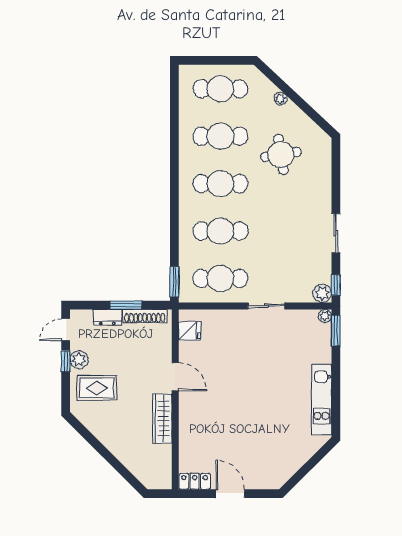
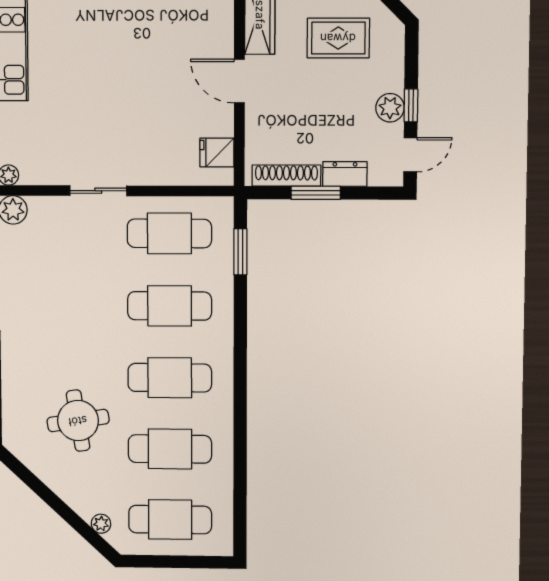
plant: (280, 99) -> (101, 524), moved
window: (174, 282) -> (240, 252), moved
rug: (97, 388) -> (338, 38), moved

